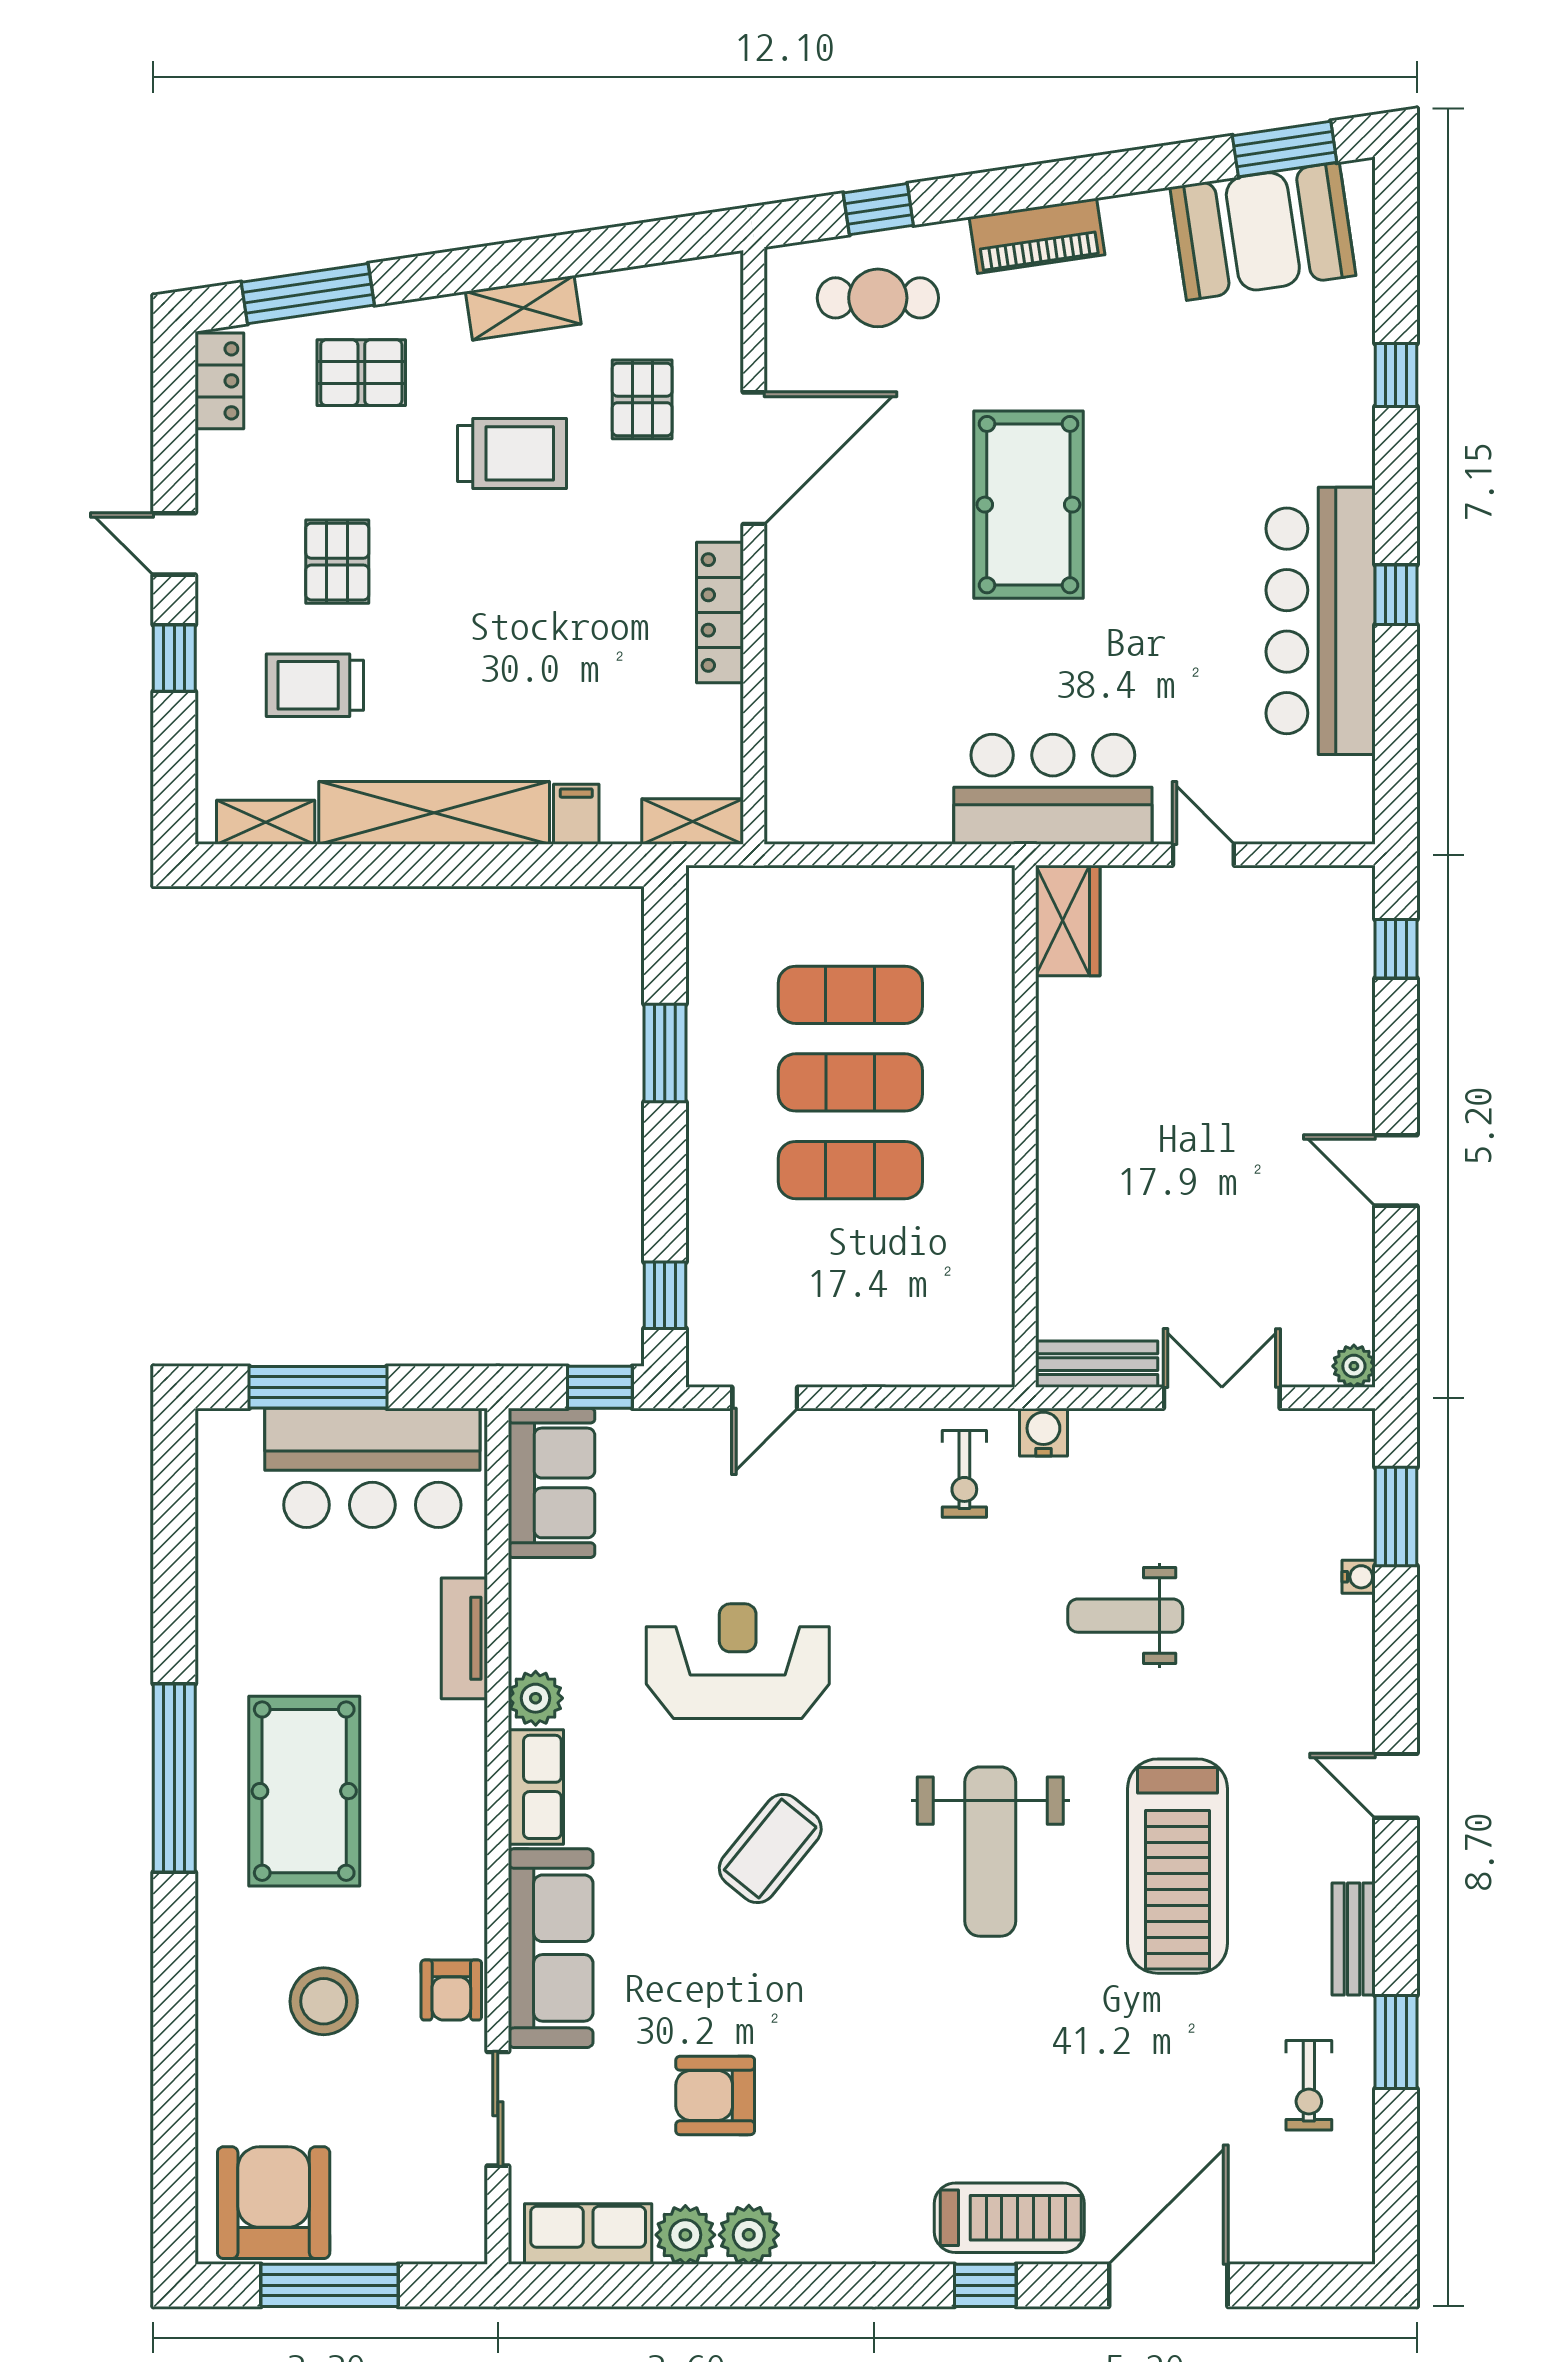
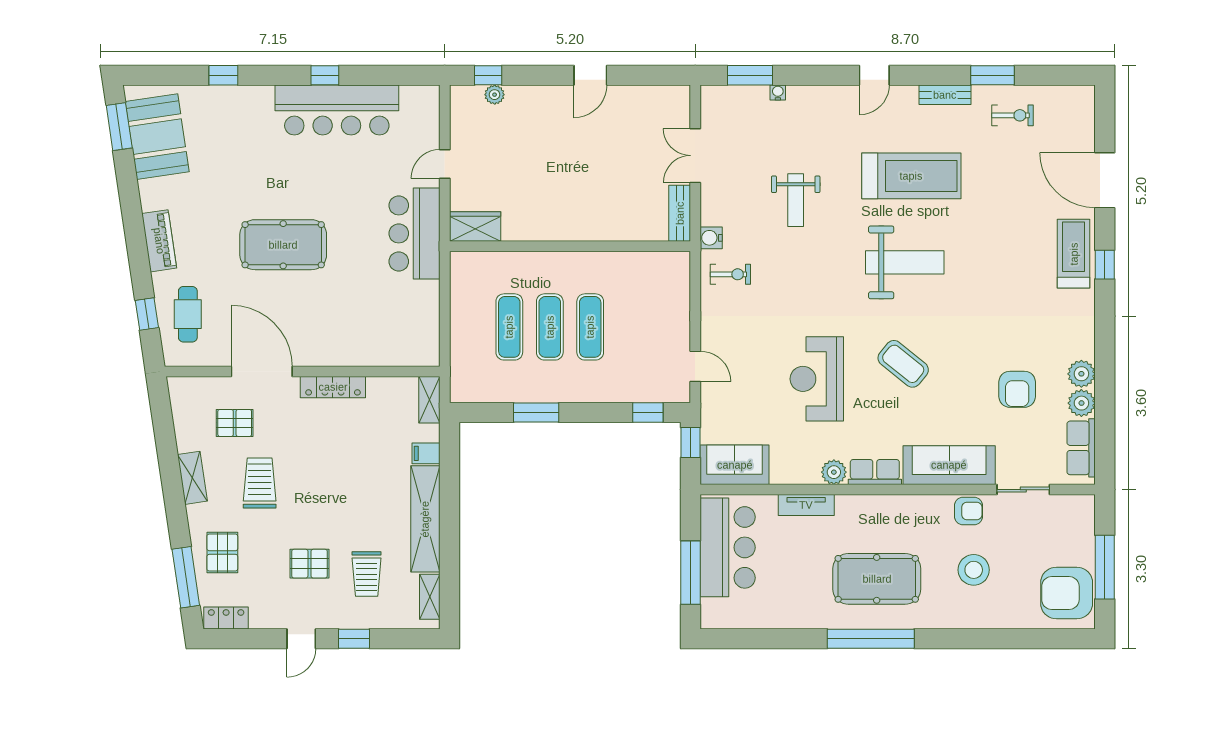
plant: (1354, 1366) -> (495, 95), moved

